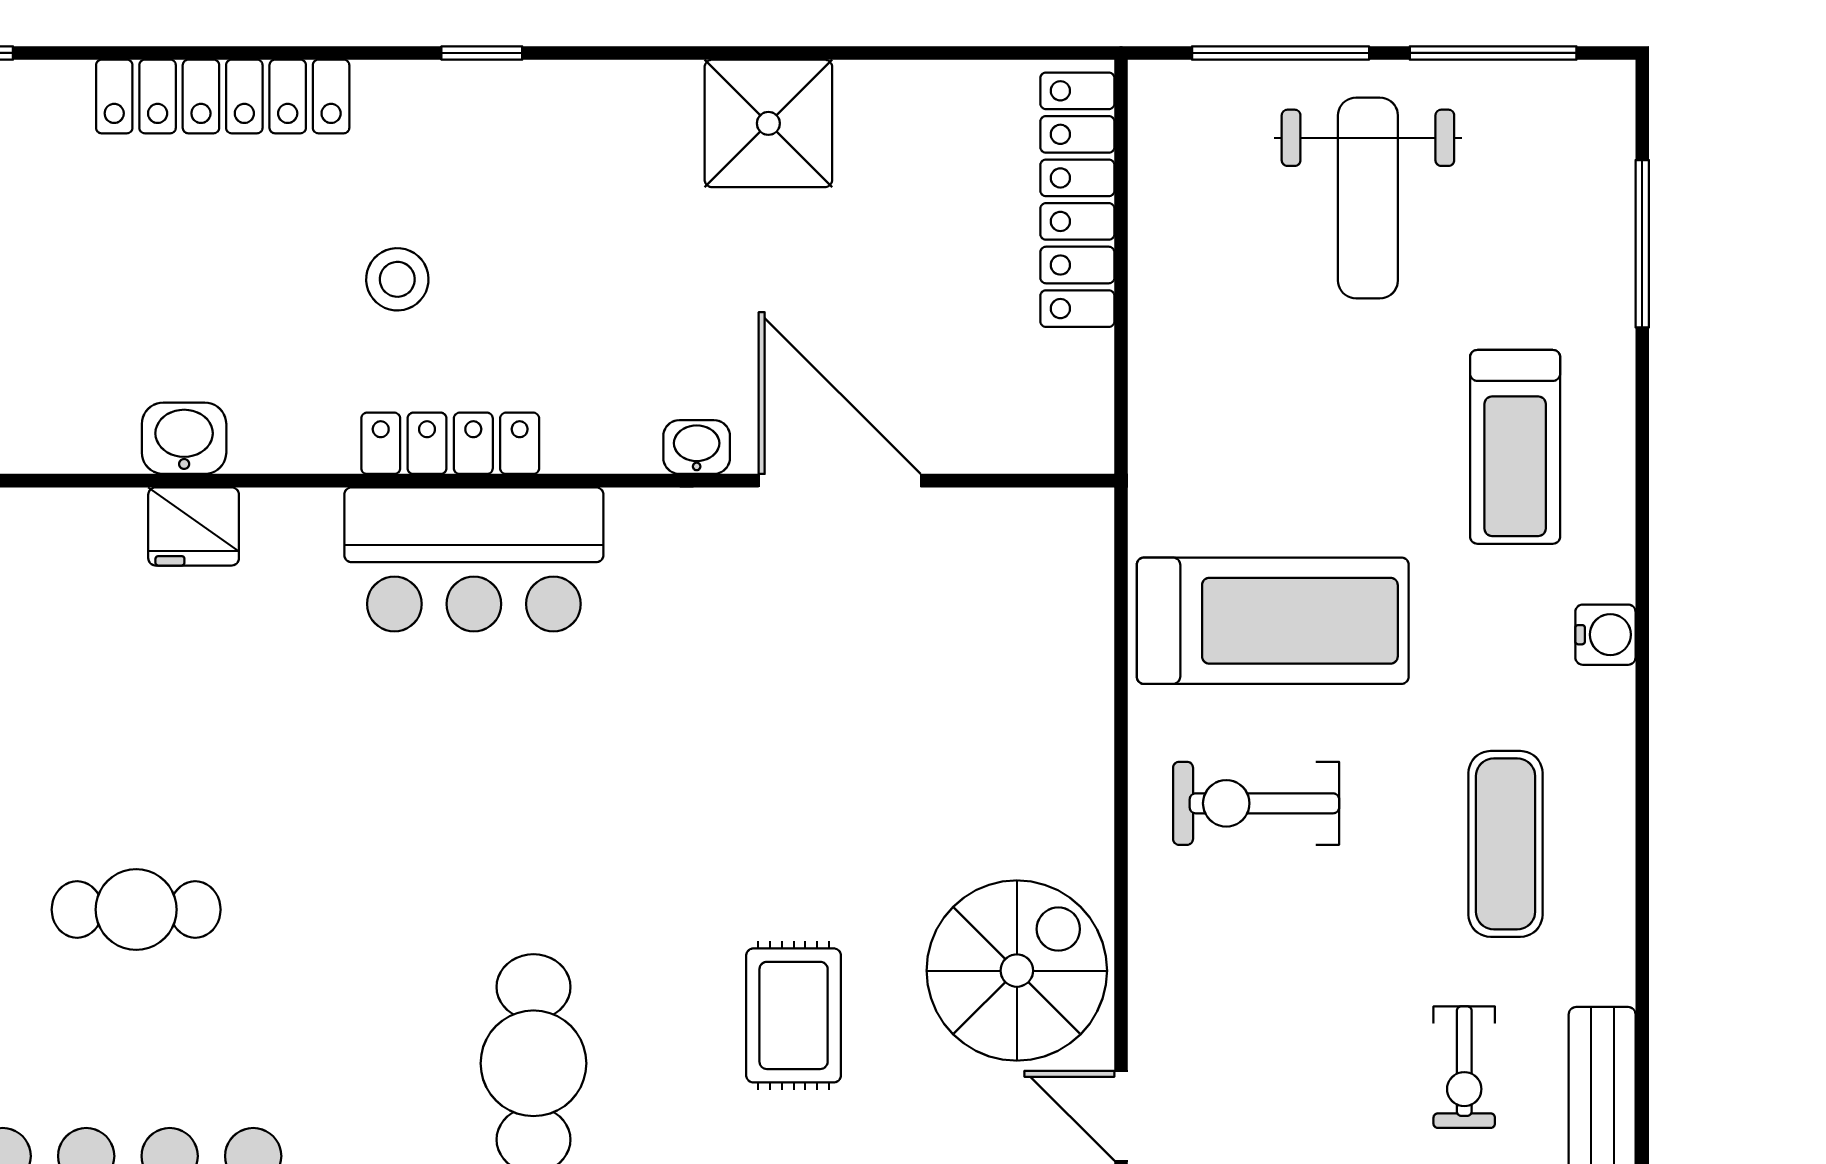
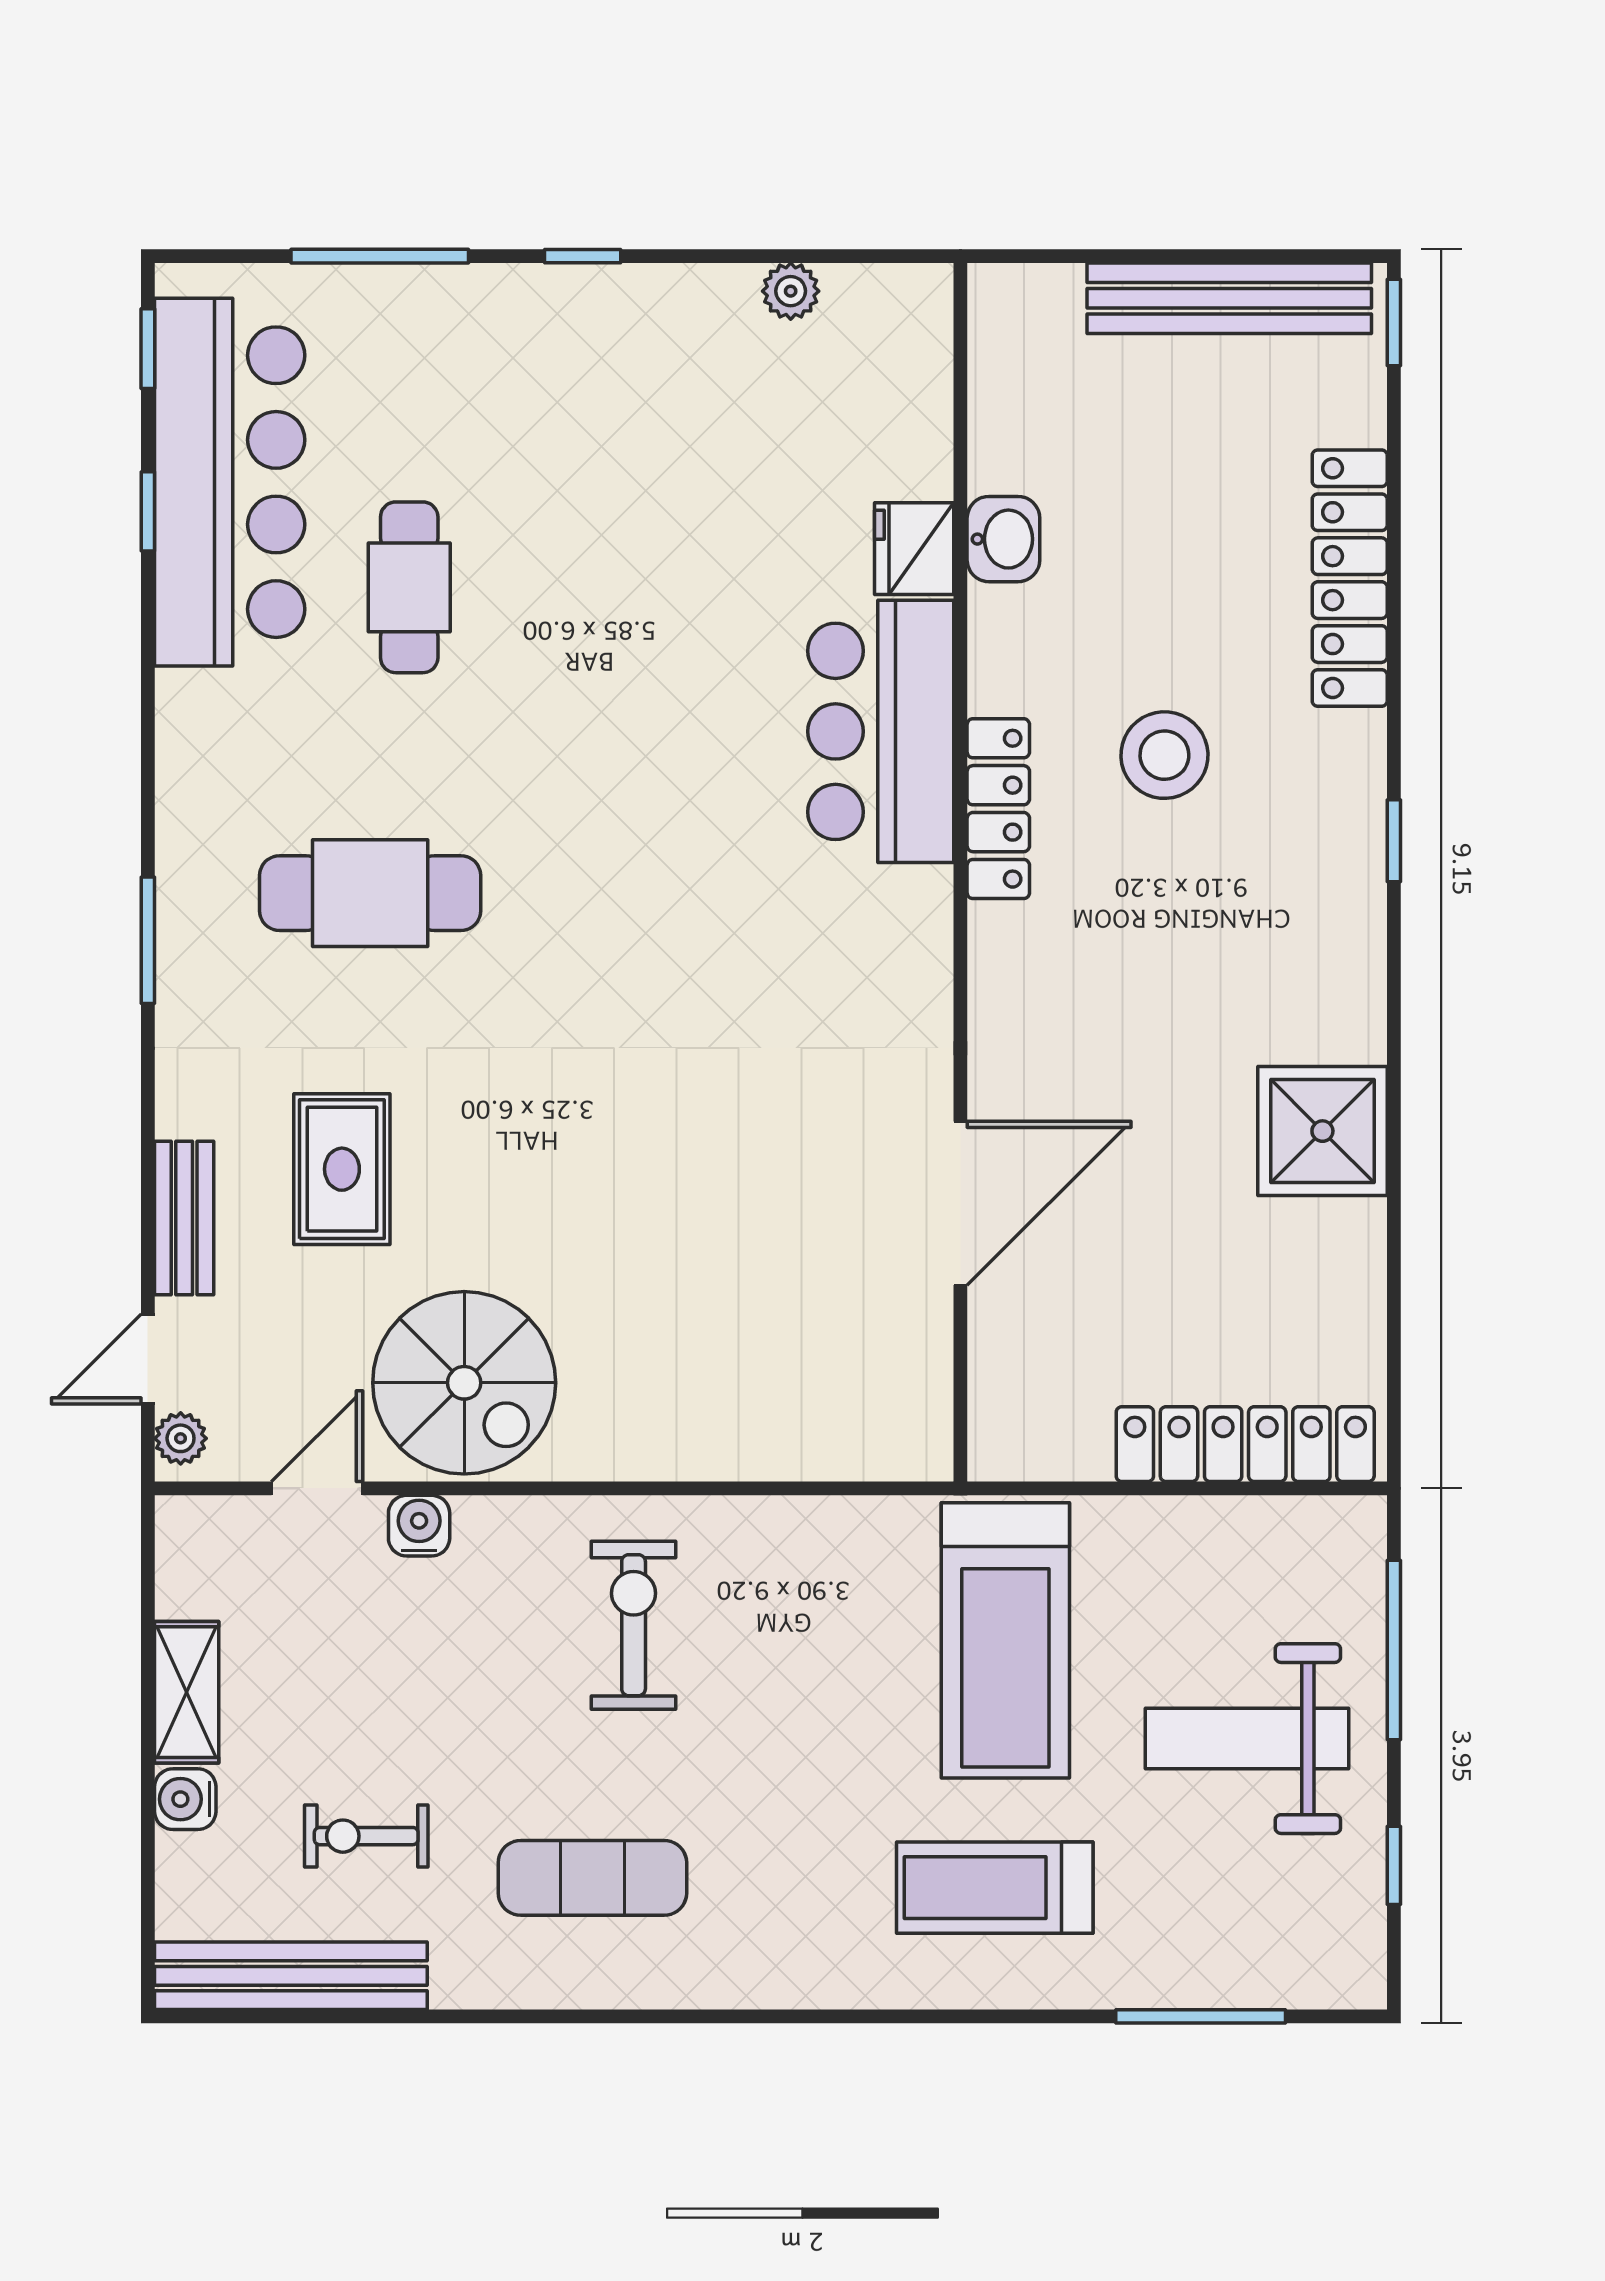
window: (1493, 53) -> (1394, 1865), width x0.46
stool: (397, 279) -> (1164, 755), width x1.38, depth x1.38
washbasin: (697, 447) -> (995, 1058), removed
bar counter: (474, 559) -> (881, 731), moved
treadmill: (1273, 621) -> (1005, 1640), moved
water cooler: (1605, 635) -> (419, 1526), moved, turned 180
cafe table: (136, 910) -> (409, 587), moved
rug: (794, 1015) -> (342, 1169), moved, turned 90

